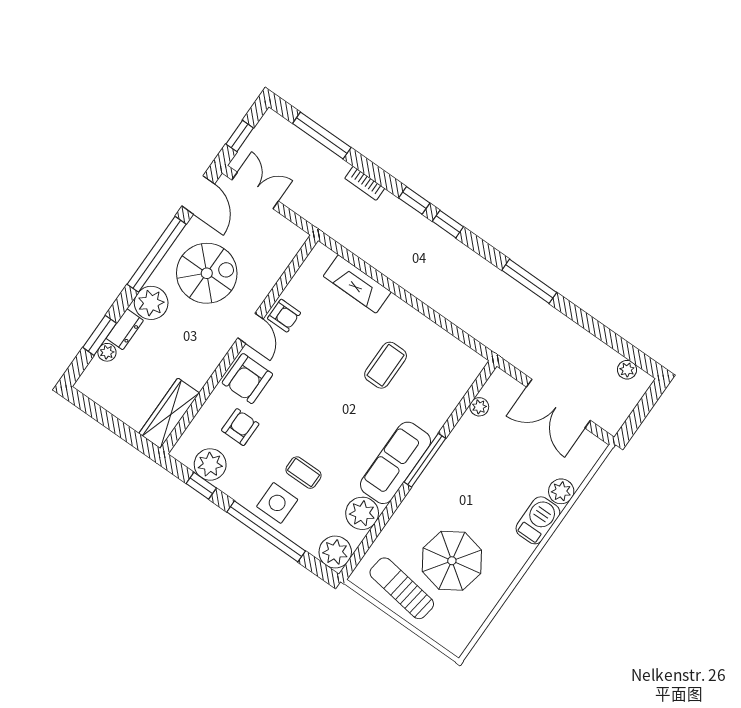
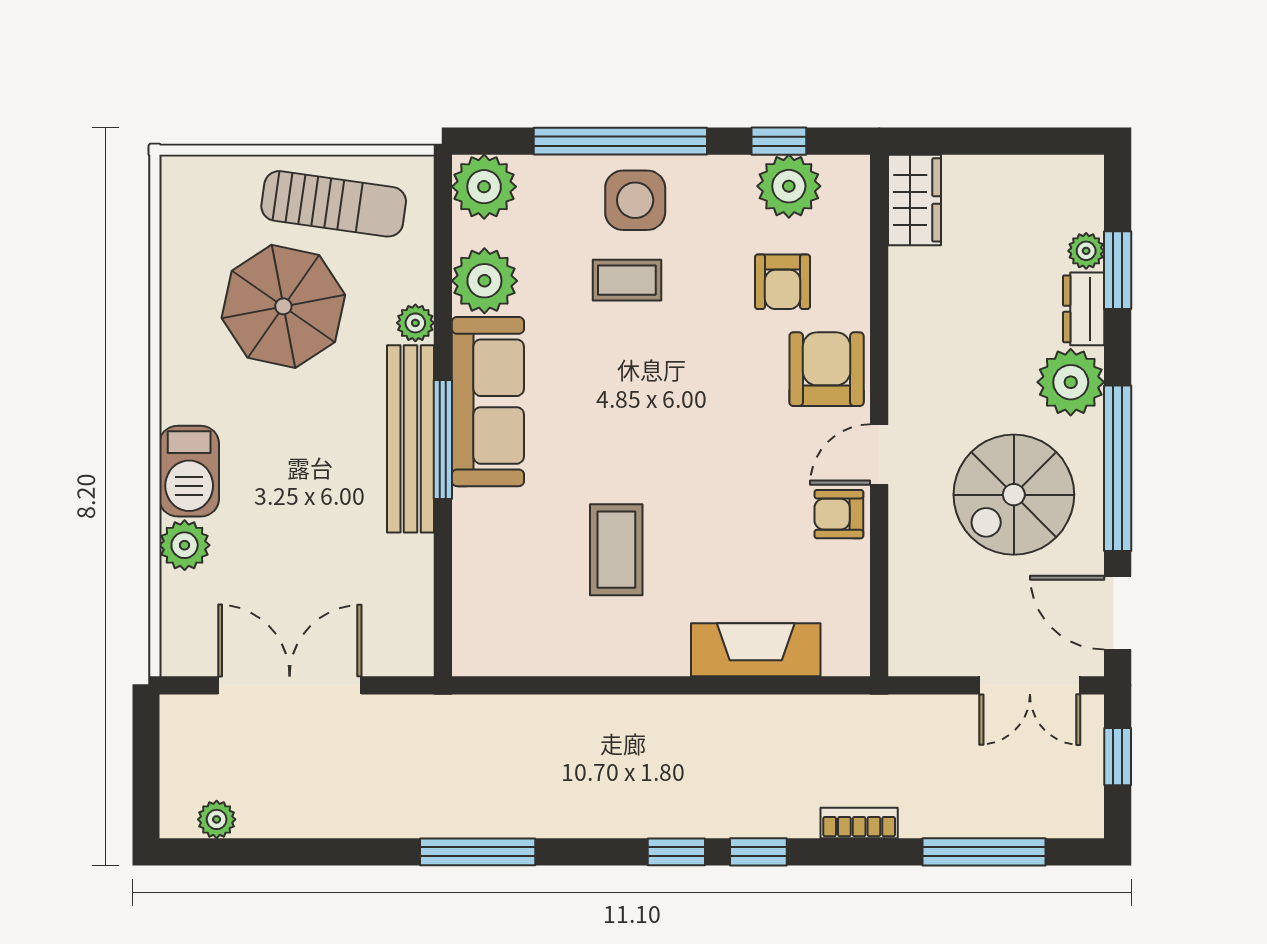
door: (250, 328) -> (879, 455), hinge flipped
plant: (479, 407) -> (415, 323), moved
wardrobe: (169, 413) -> (915, 200), width x0.67
bench: (438, 470) -> (411, 439), added

